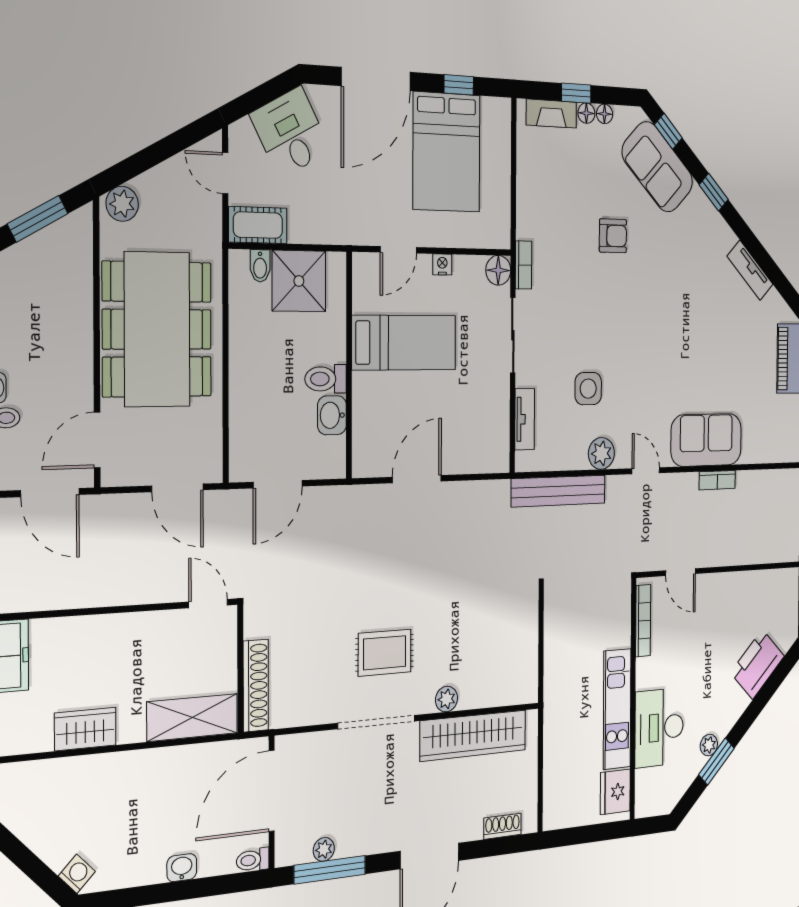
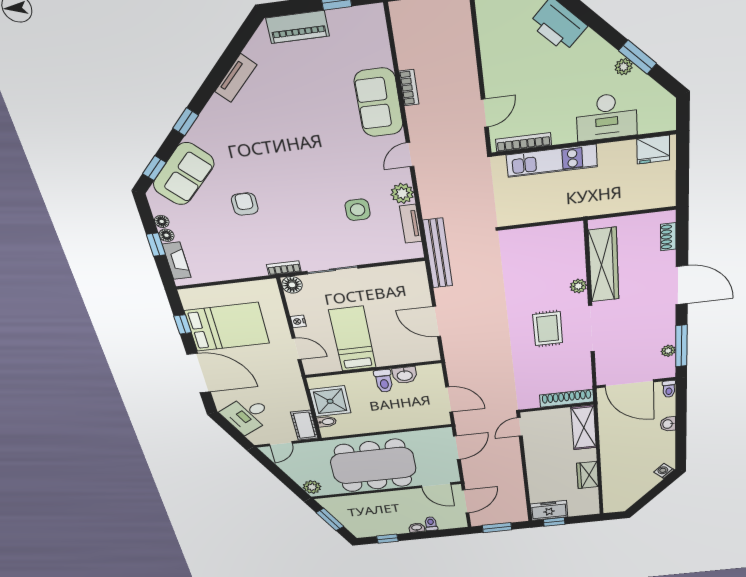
tv unit: (525, 419) -> (411, 224), moved, turned -90
bench: (558, 491) -> (438, 253), moved
kitchen unit: (617, 709) -> (552, 161), moved

